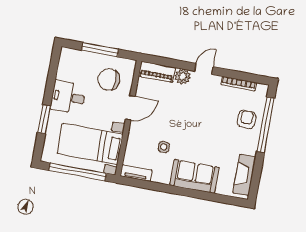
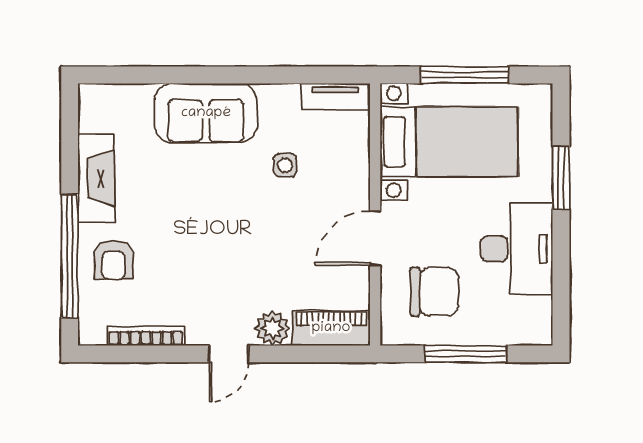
desk: (68, 97) -> (517, 249), width x1.37
window: (78, 172) -> (465, 75), width x0.68
fireplace: (244, 175) -> (96, 178), moved

